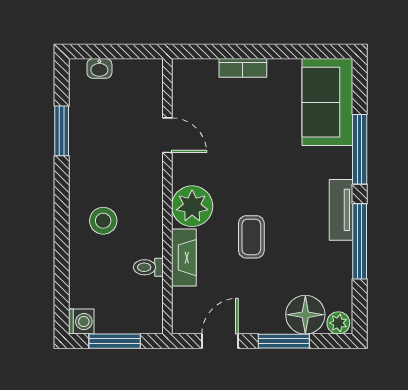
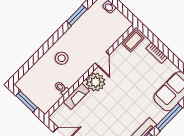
door: (167, 135) -> (102, 59), moved
coffee table: (251, 237) -> (133, 41), moved
washing machine: (81, 322) -> (22, 84), removed

